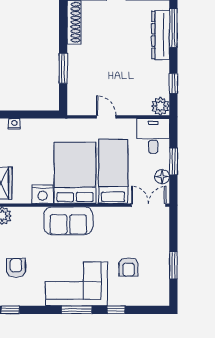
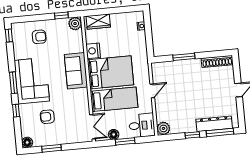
window: (173, 83) -> (192, 135), moved
floor lamp: (162, 298) -> (27, 142), added

